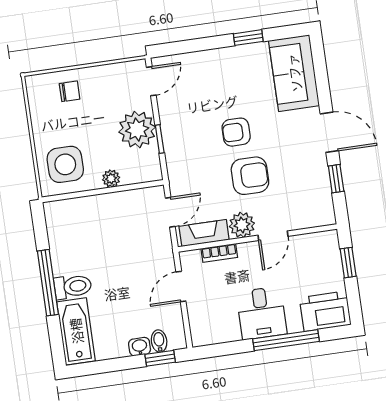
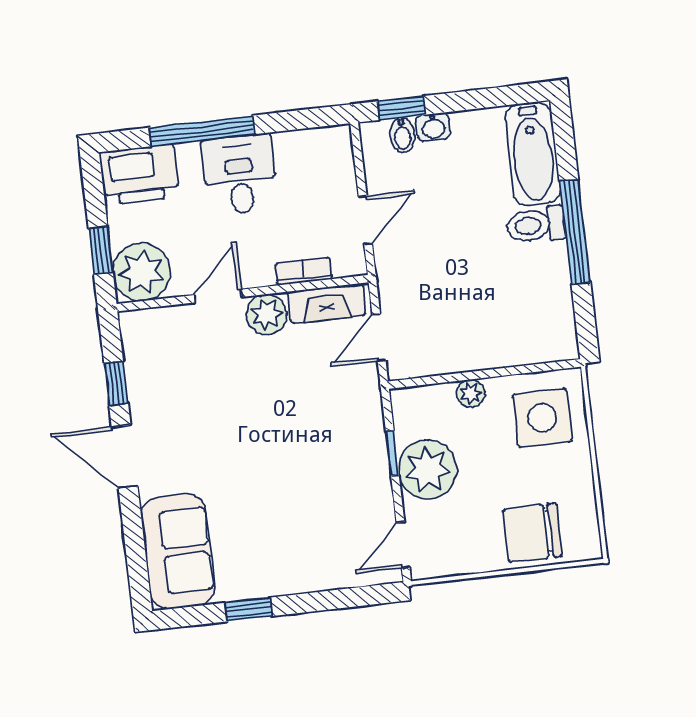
chair: (70, 91) -> (532, 533), width x1.87, depth x1.87
armchair: (236, 132) -> (272, 461), removed
armchair: (250, 176) -> (252, 392), removed
plant: (322, 250) -> (142, 272), added

